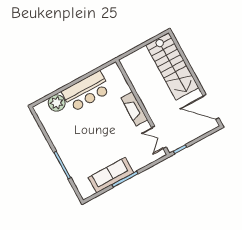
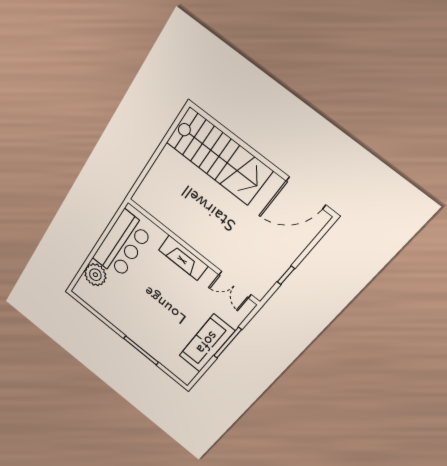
wall: (143, 107) -> (193, 251), moved
fireplace: (134, 109) -> (183, 258), moved
double door: (159, 137) -> (235, 285), moved

